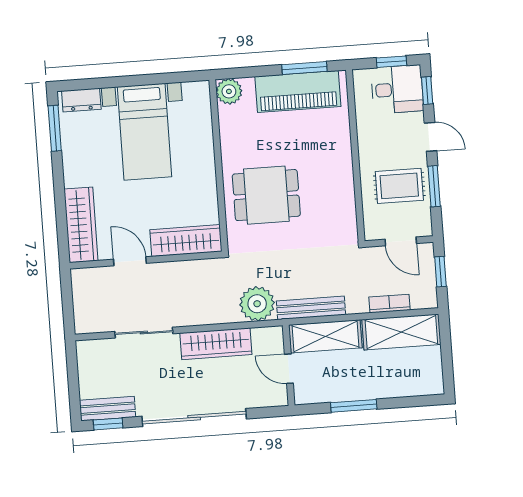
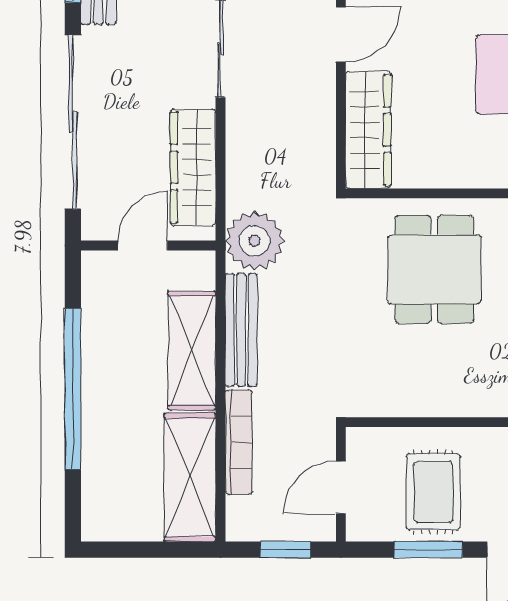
bookcase: (390, 304) -> (239, 442), width x1.56
wall: (289, 365) -> (148, 246), moved
door: (289, 369) -> (143, 246), moved
window: (354, 406) -> (73, 389), width x2.11

